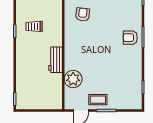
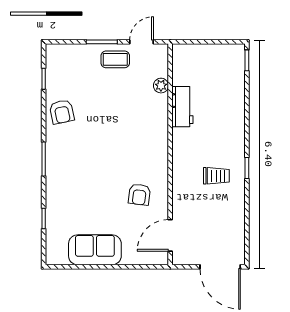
armchair: (130, 38) -> (62, 112), moved, turned 78
workbench: (55, 60) -> (182, 107), moved
plant: (73, 79) -> (161, 86), width x0.53, depth x0.53

